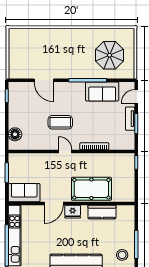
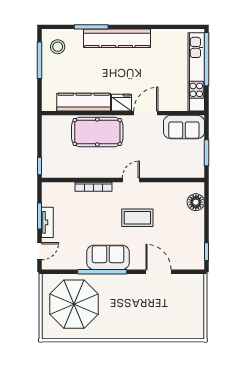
parasol: (109, 55) -> (74, 304), width x1.36, depth x1.36
sofa: (102, 92) -> (108, 257), moved
door: (65, 152) -> (131, 180), swing flipped
kitchen counter: (102, 212) -> (84, 102), width x1.50

